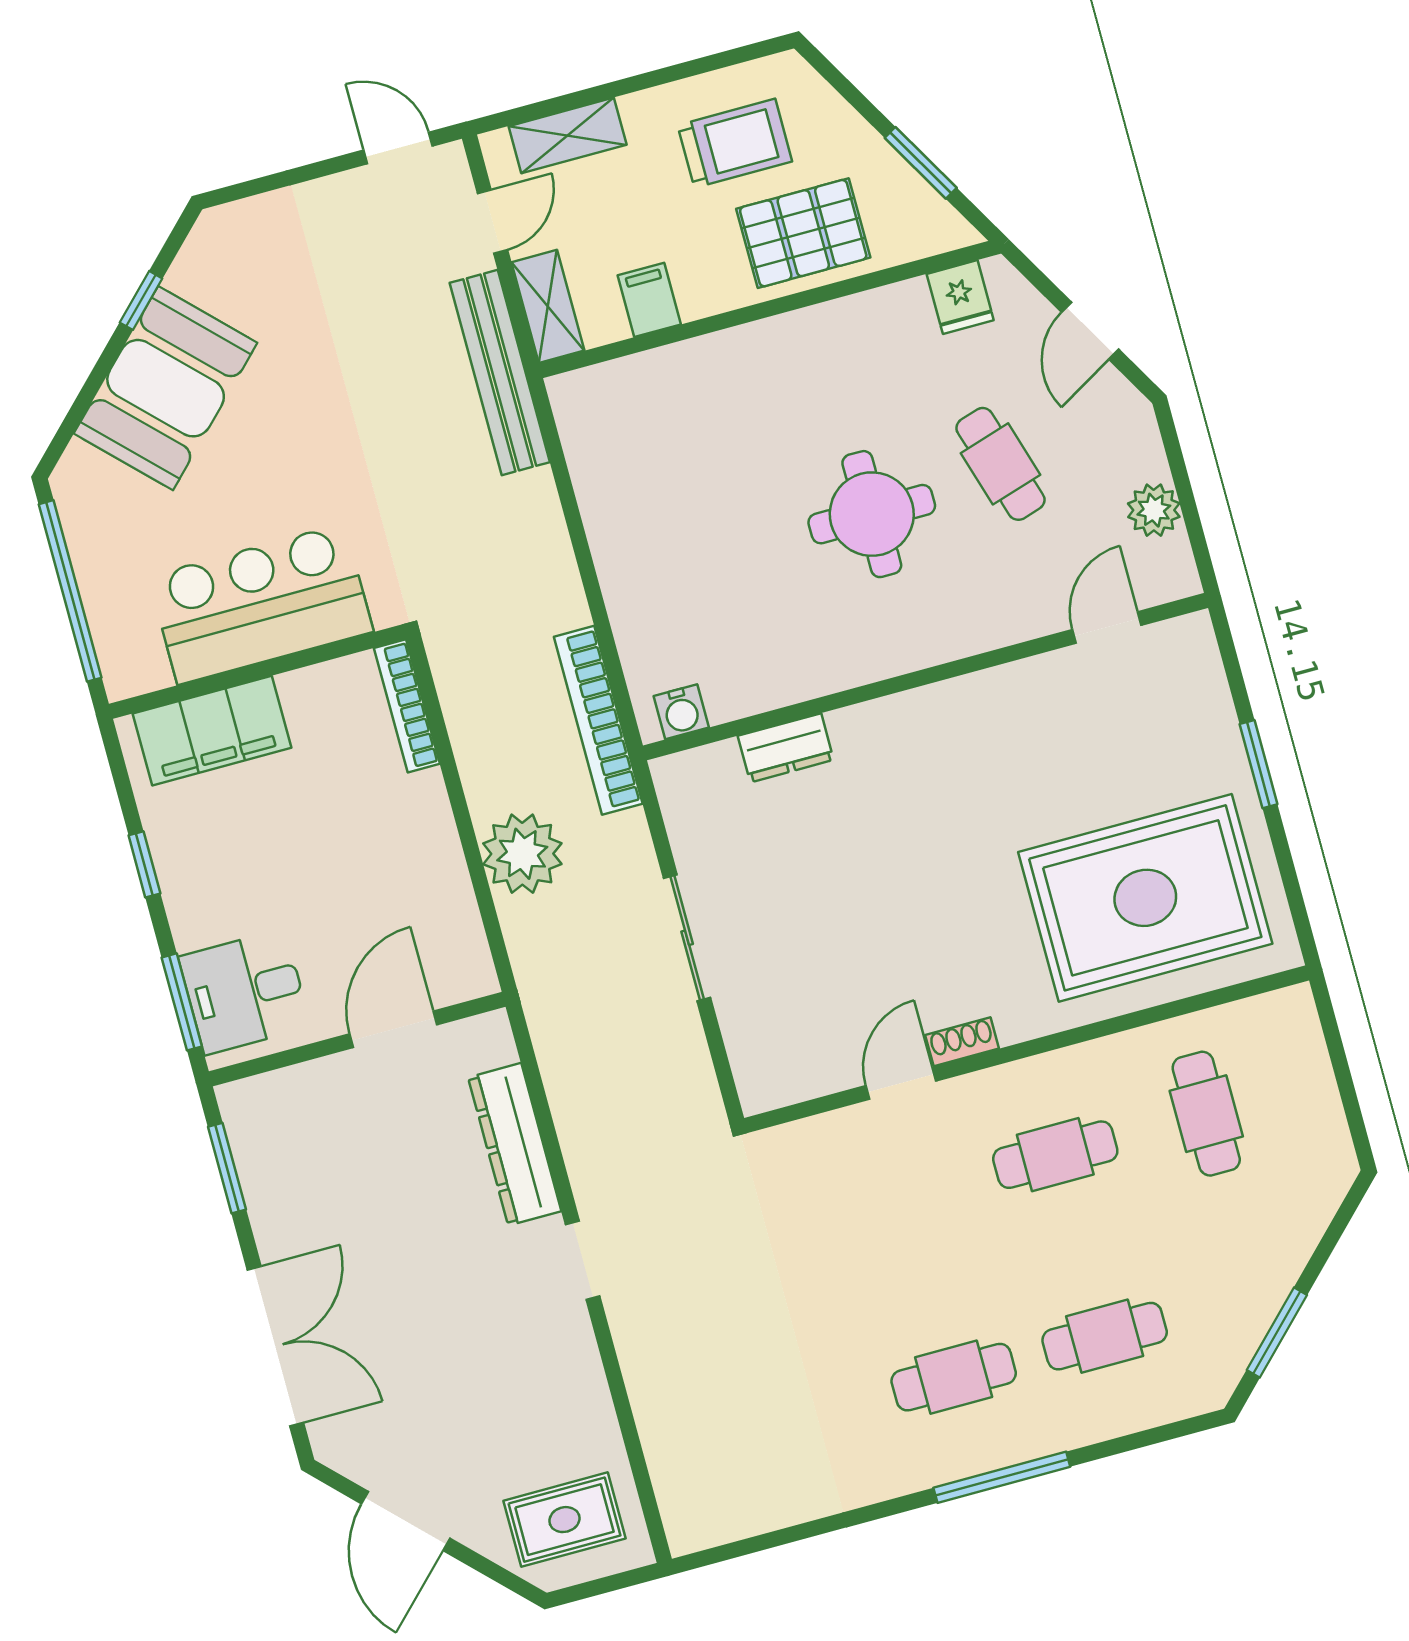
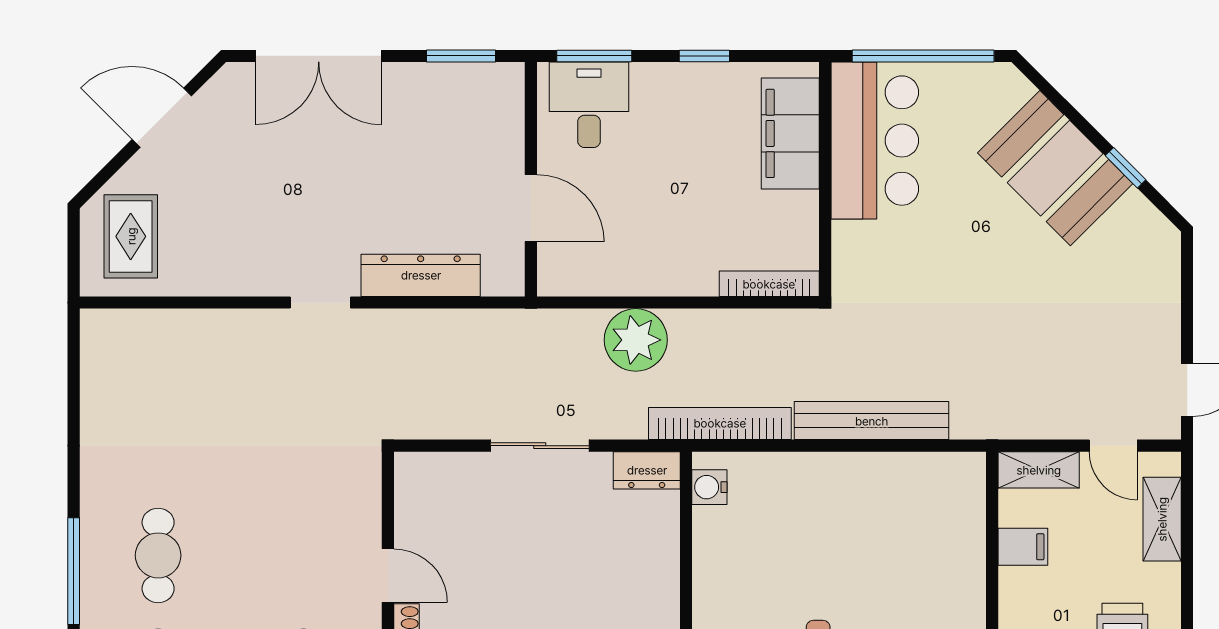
bench: (500, 373) -> (872, 421), moved
bar counter: (261, 604) -> (875, 141), moved
dresser: (786, 748) -> (647, 470), moved, turned -90

